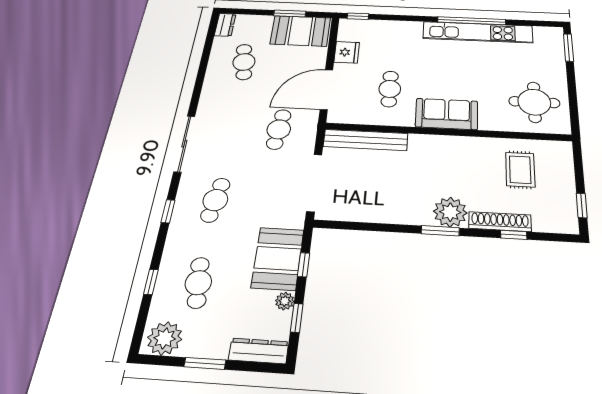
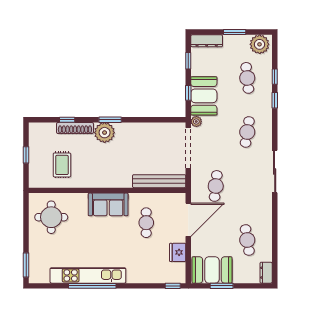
window: (582, 205) -> (26, 155), moved
window: (168, 211) -> (275, 100), moved
plant: (285, 301) -> (196, 121), moved

